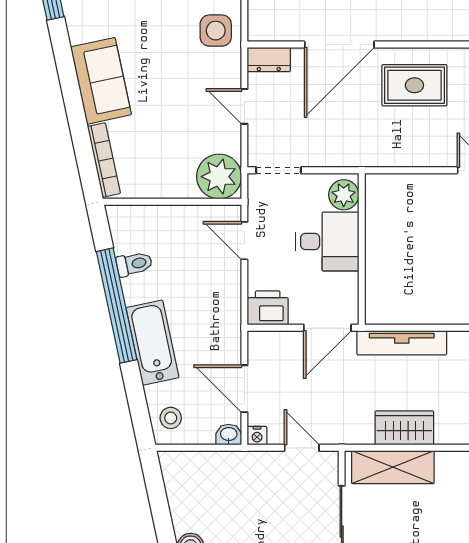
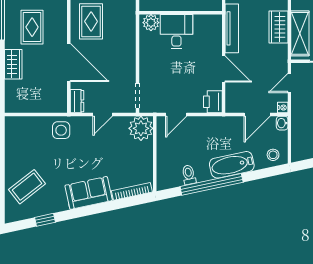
plant: (344, 195) -> (151, 23), moved
desk: (327, 241) -> (176, 32), moved
wall: (362, 249) -> (181, 13), moved

